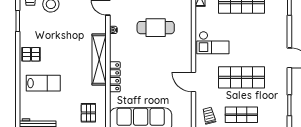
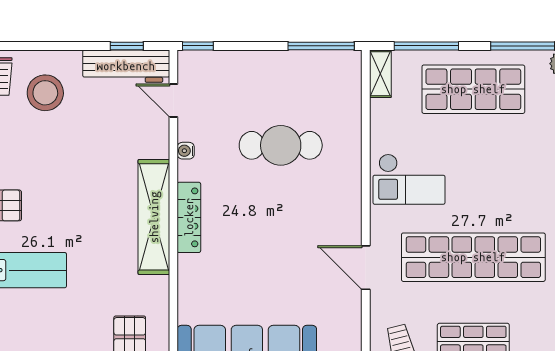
locker: (115, 77) -> (189, 217), moved
shop shelf: (241, 77) -> (473, 257), width x1.40

